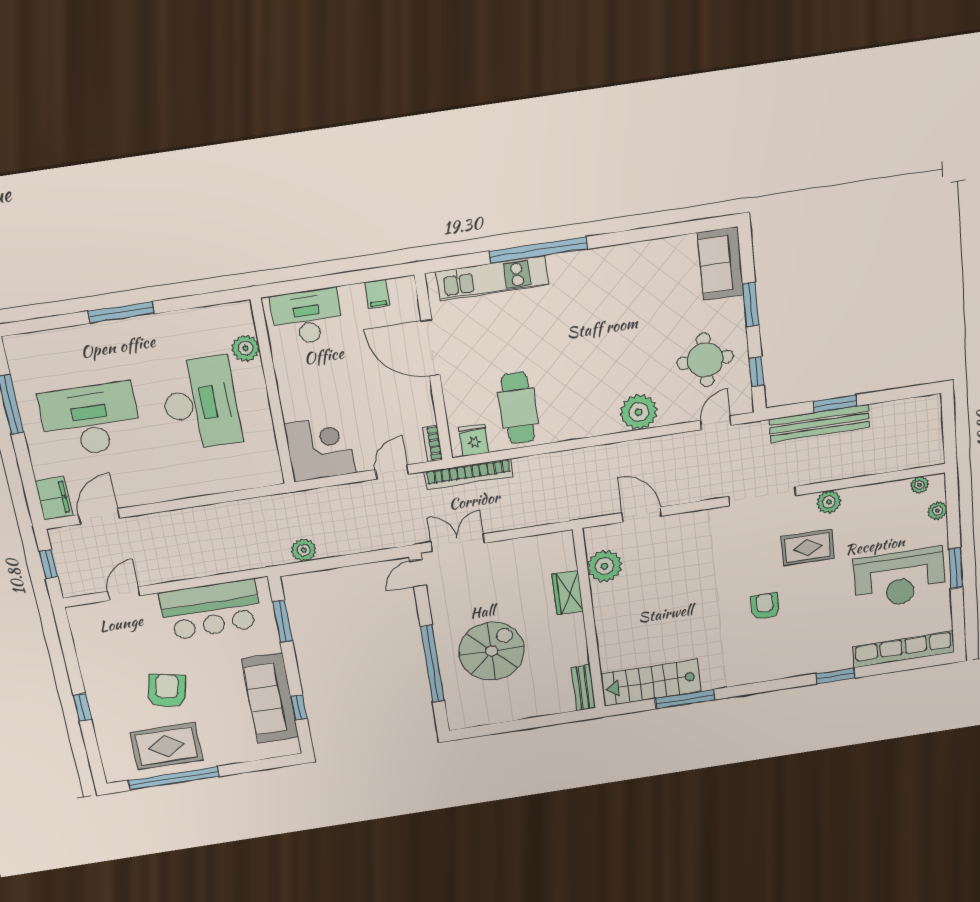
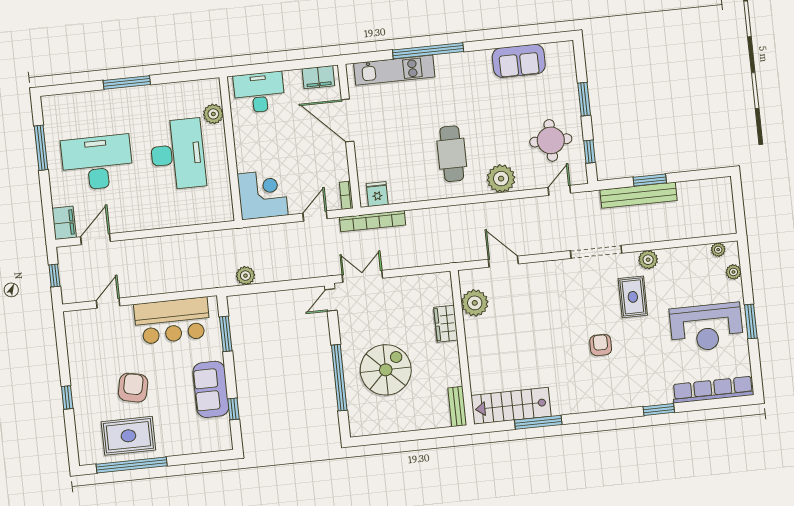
sofa: (721, 264) -> (519, 61), moved, turned -90
filing cabinet: (377, 294) -> (318, 77), width x2.00
cafe table: (518, 408) -> (452, 154), moved
rug: (808, 548) -> (633, 297), turned 90
sofa: (270, 698) -> (211, 389), width x0.73

